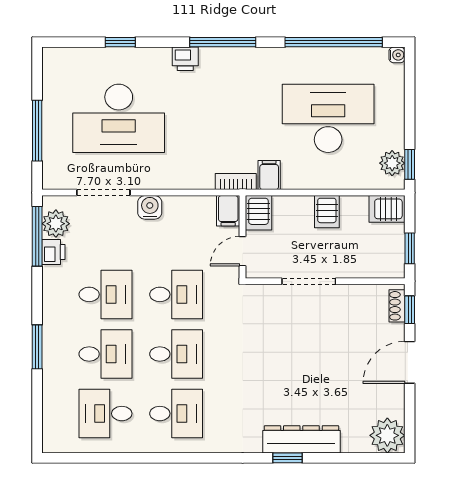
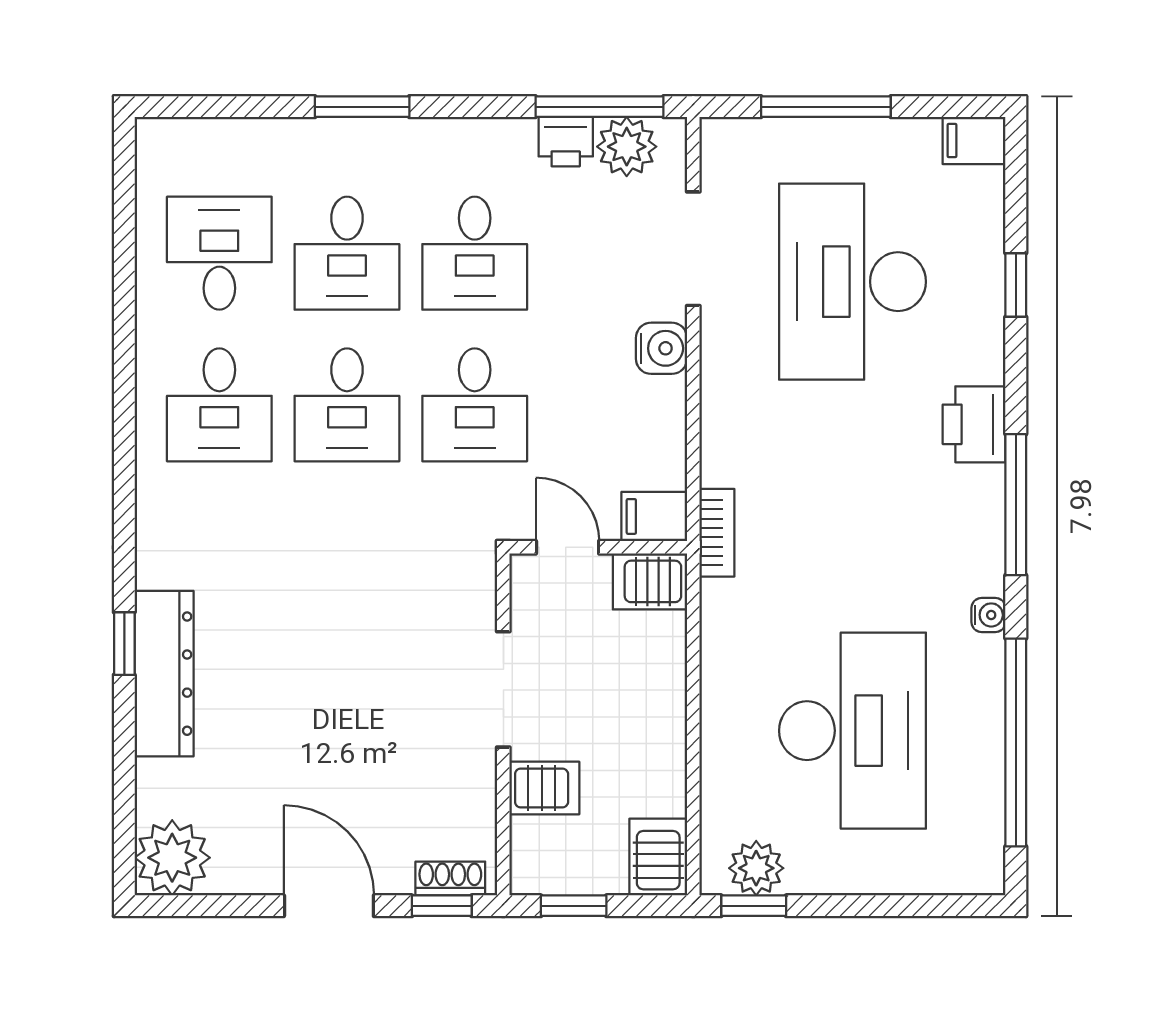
water cooler: (397, 55) -> (988, 615), moved, turned -90
printer: (185, 59) -> (974, 424), width x1.36, depth x1.24
filing cabinet: (269, 175) -> (974, 141), moved, turned 180
server rack: (327, 212) -> (544, 788), moved, turned 180

